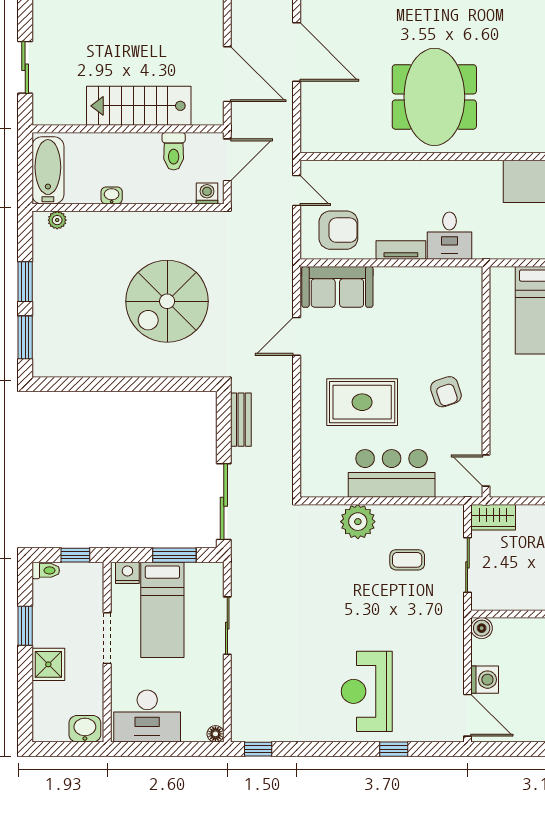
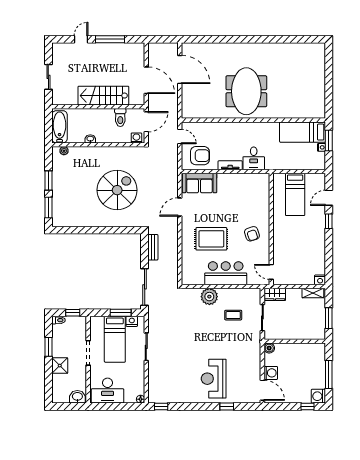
spiral stairs: (167, 301) -> (117, 190), turned 180
nightstand: (127, 573) -> (132, 321), moved

